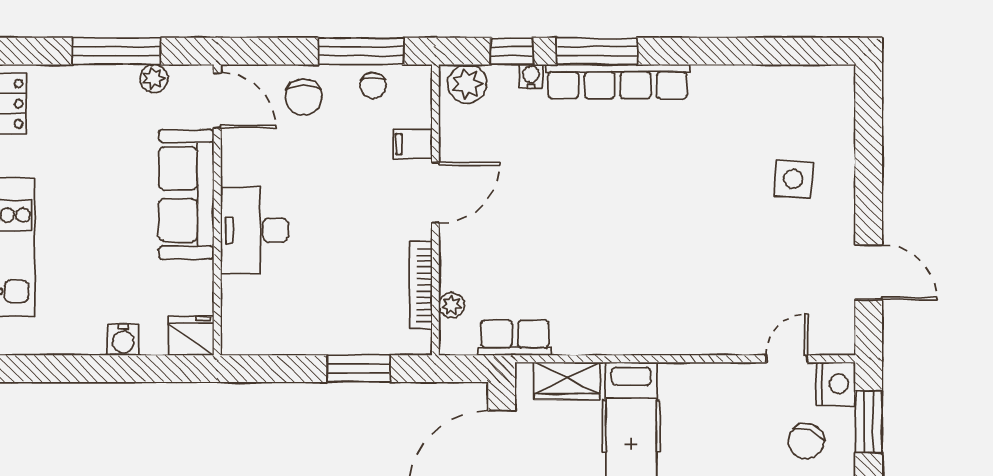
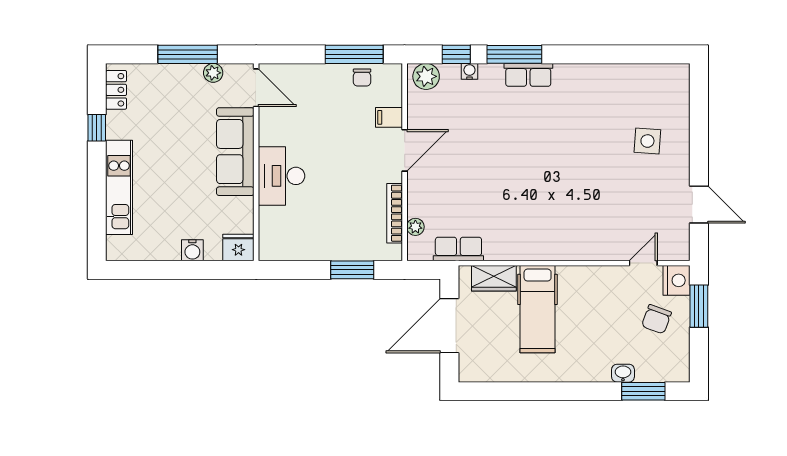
row of seats: (618, 82) -> (528, 75), width x0.50
chair: (303, 97) -> (315, 86), removed

